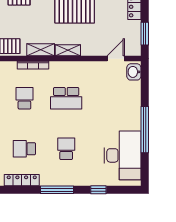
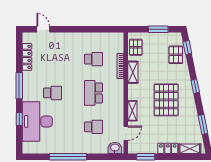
shelving: (68, 50) -> (132, 111), moved
door: (116, 59) -> (126, 133), hinge flipped
school desk: (24, 149) -> (93, 127), moved, turned 90
desk: (122, 155) -> (37, 121), moved, turned 90

